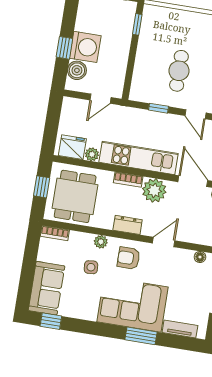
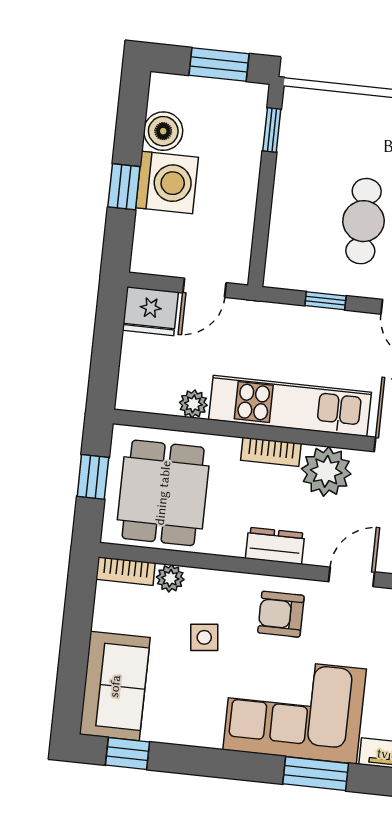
boiler: (77, 70) -> (163, 131), moved
fridge: (72, 147) -> (150, 311), moved, turned 180
plant: (101, 242) -> (170, 578), moved

